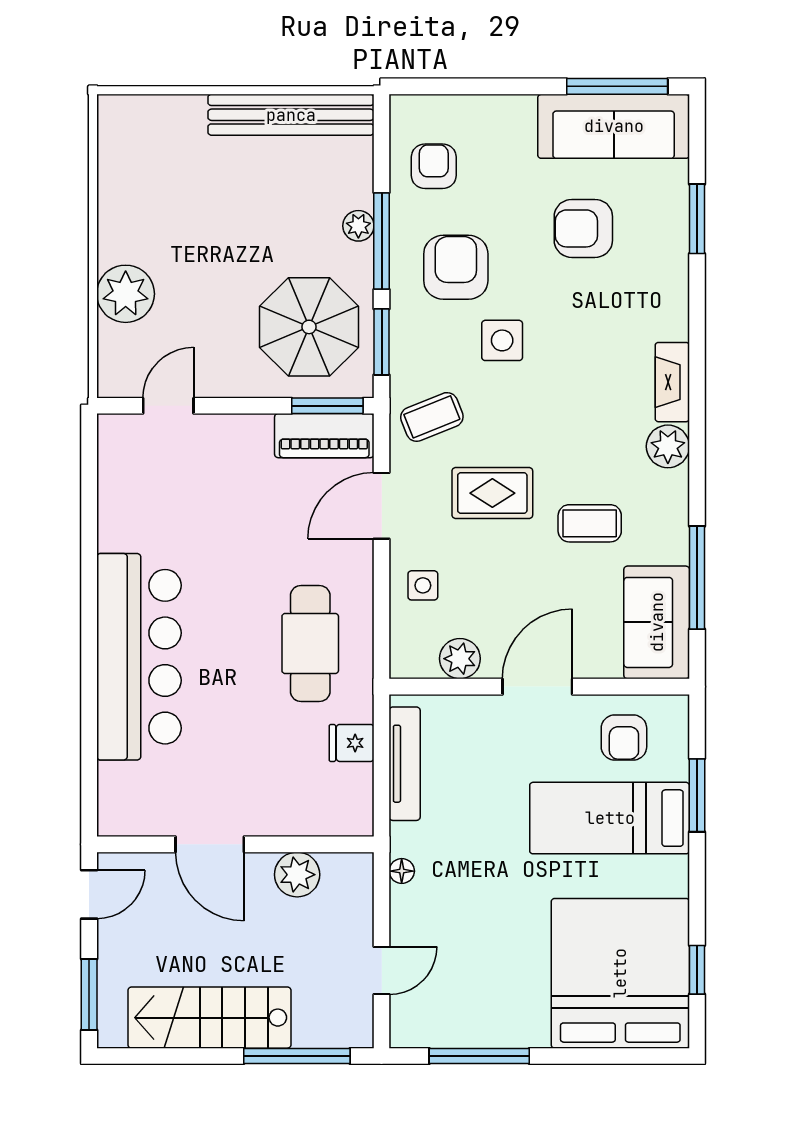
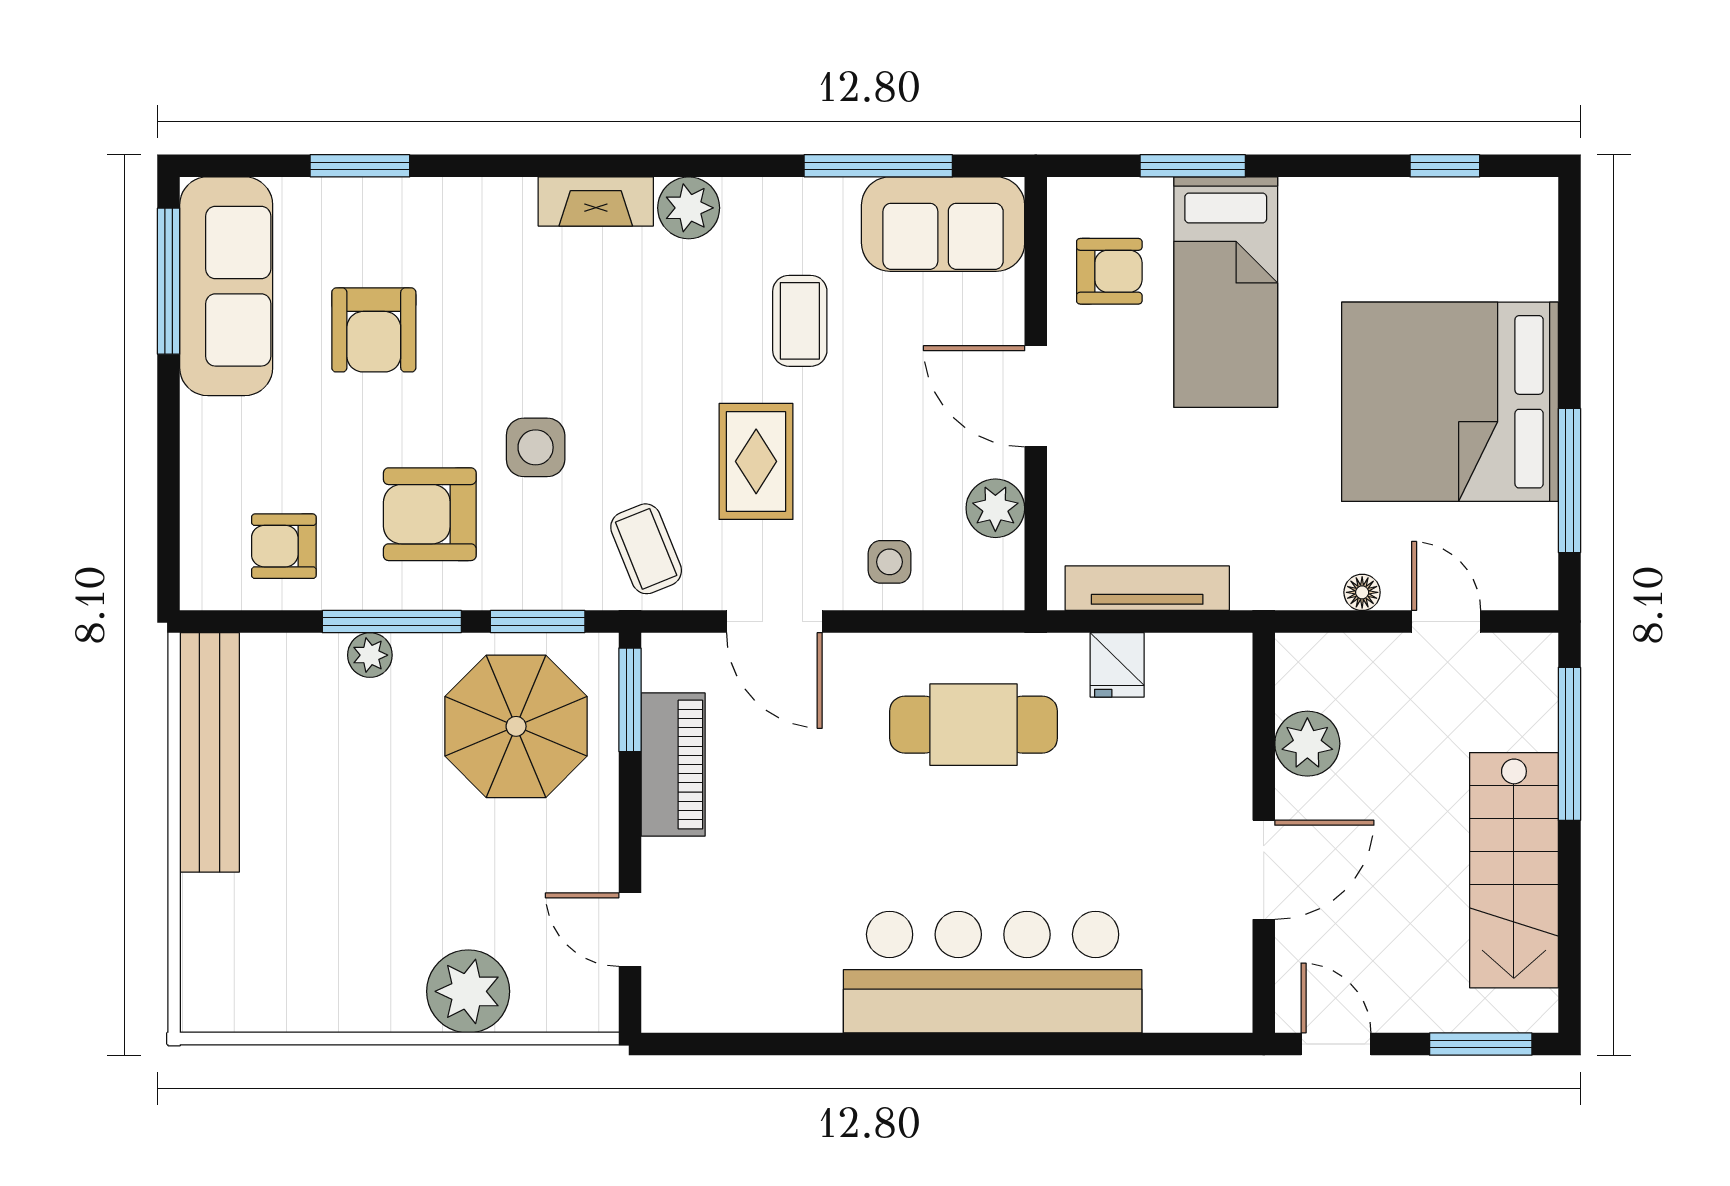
piano: (324, 436) -> (673, 765), moved
floor lamp: (402, 871) -> (1362, 592), moved
bed: (620, 973) -> (1450, 402), moved

